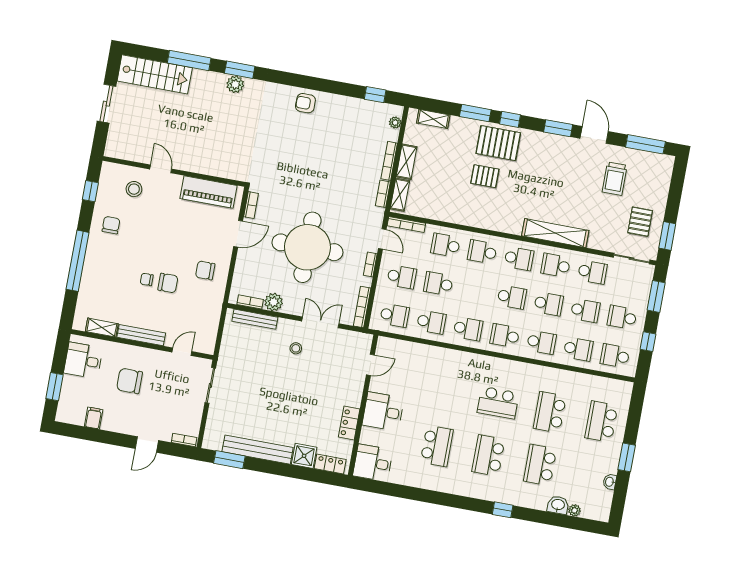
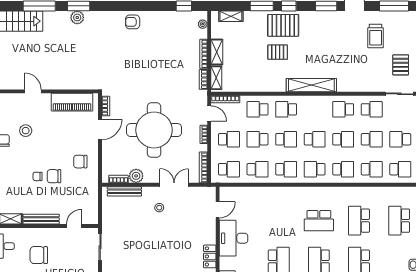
stool: (134, 189) -> (26, 131), moved
shelving: (555, 233) -> (311, 85), moved
school desk: (519, 259) -> (286, 139), moved
chair: (168, 283) -> (54, 176), turned 180
school desk: (615, 356) -> (400, 169), turned 180
desk: (383, 412) -> (234, 238), width x1.37

